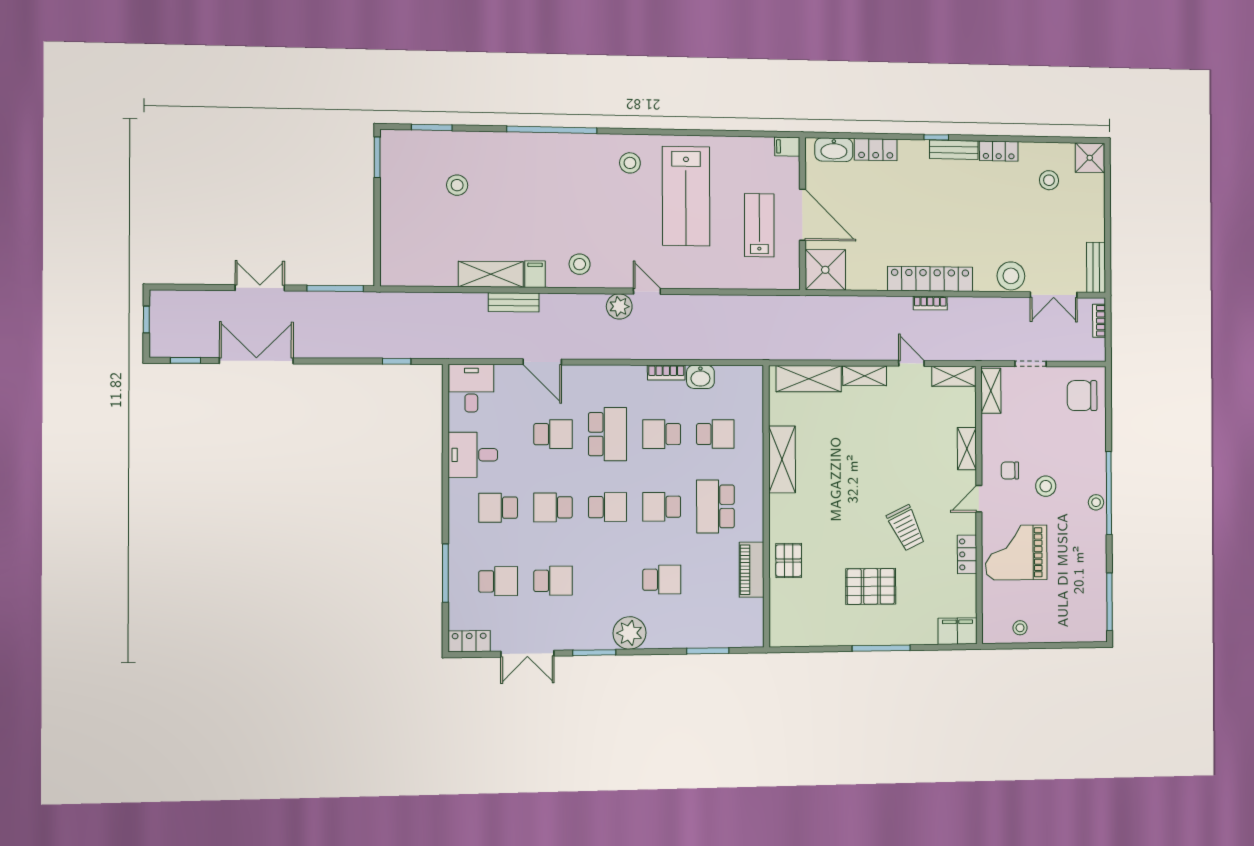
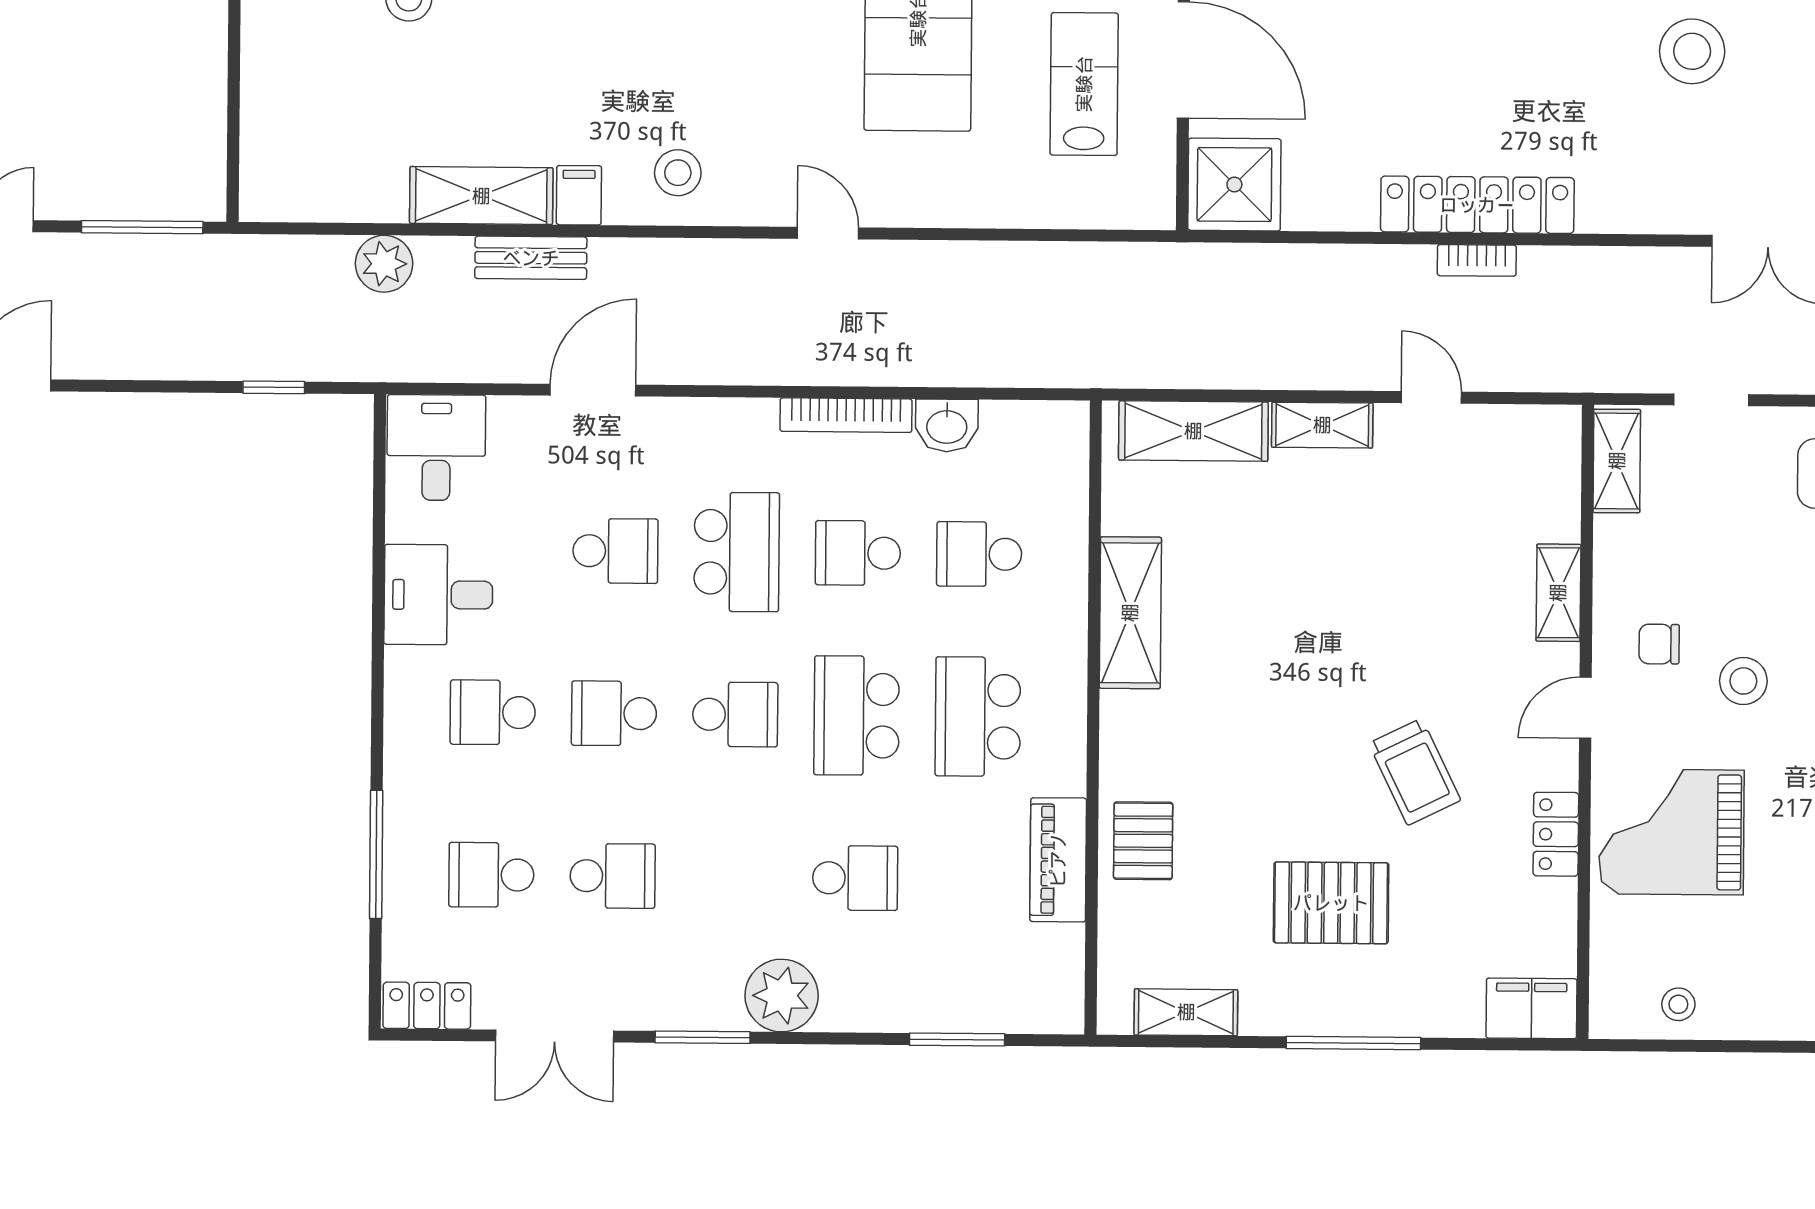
stool: (1011, 276) -> (1692, 51), moved
plant: (619, 306) -> (384, 264), moved
door: (542, 362) -> (593, 390), swing flipped
bookcase: (666, 373) -> (846, 415), width x1.56
shelving: (954, 376) -> (1186, 1012), moved
school desk: (715, 434) -> (979, 554), turned 180
school desk: (662, 507) -> (857, 716), width x1.85
school desk: (498, 581) -> (491, 875), turned 180

